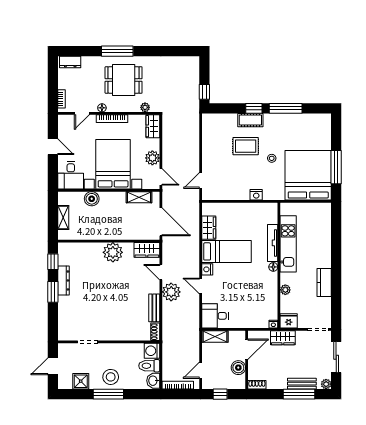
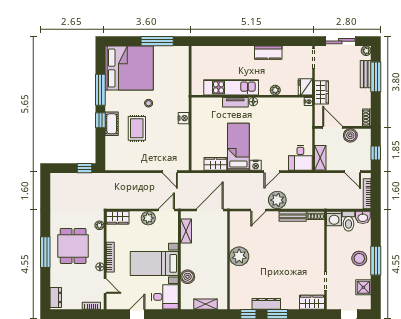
bed with nightstands: (113, 164) -> (154, 263), width x0.73
bed: (308, 175) -> (129, 68), moved, turned 180
tv unit: (273, 243) -> (235, 102), width x0.71
wardrobe: (147, 250) -> (312, 302), moved, turned -90

